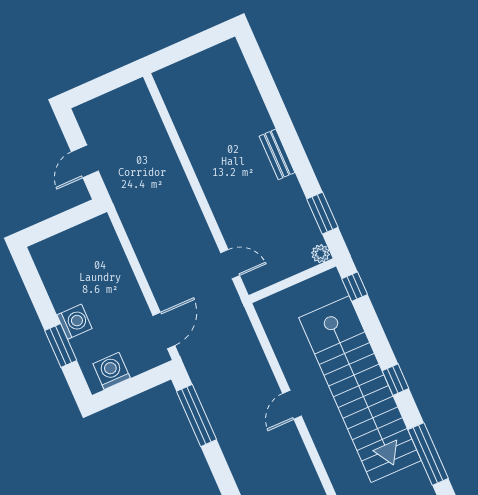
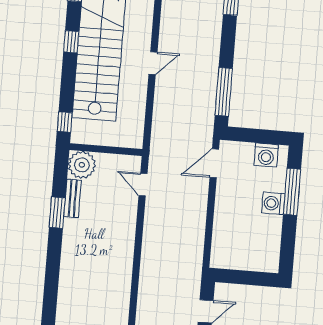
bench: (277, 154) -> (73, 198), moved
window: (322, 213) -> (57, 213), moved
plant: (320, 254) -> (82, 165), width x1.88, depth x1.88
window: (61, 346) -> (292, 192), width x1.44

